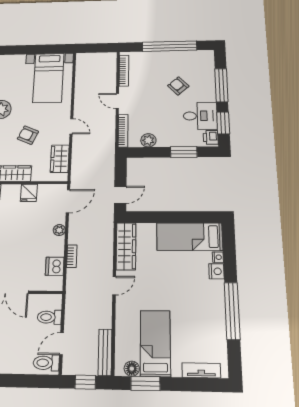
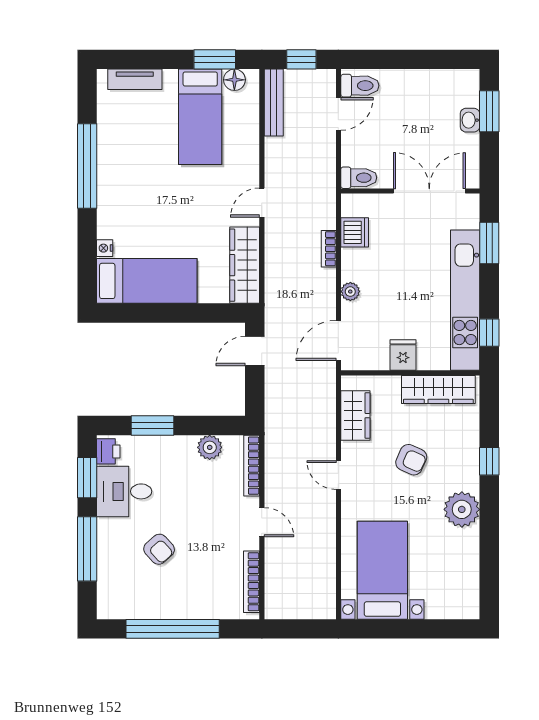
nightstand: (216, 271) -> (108, 226), removed
toilet: (49, 317) -> (359, 178), moved

